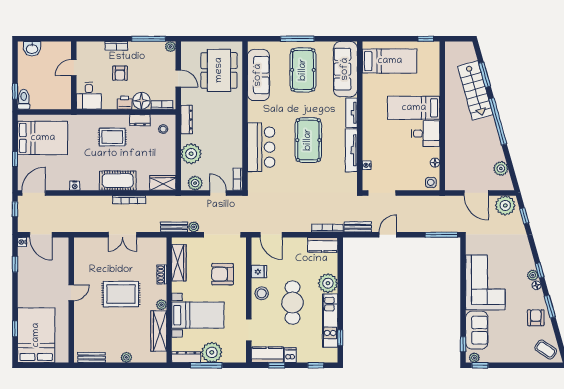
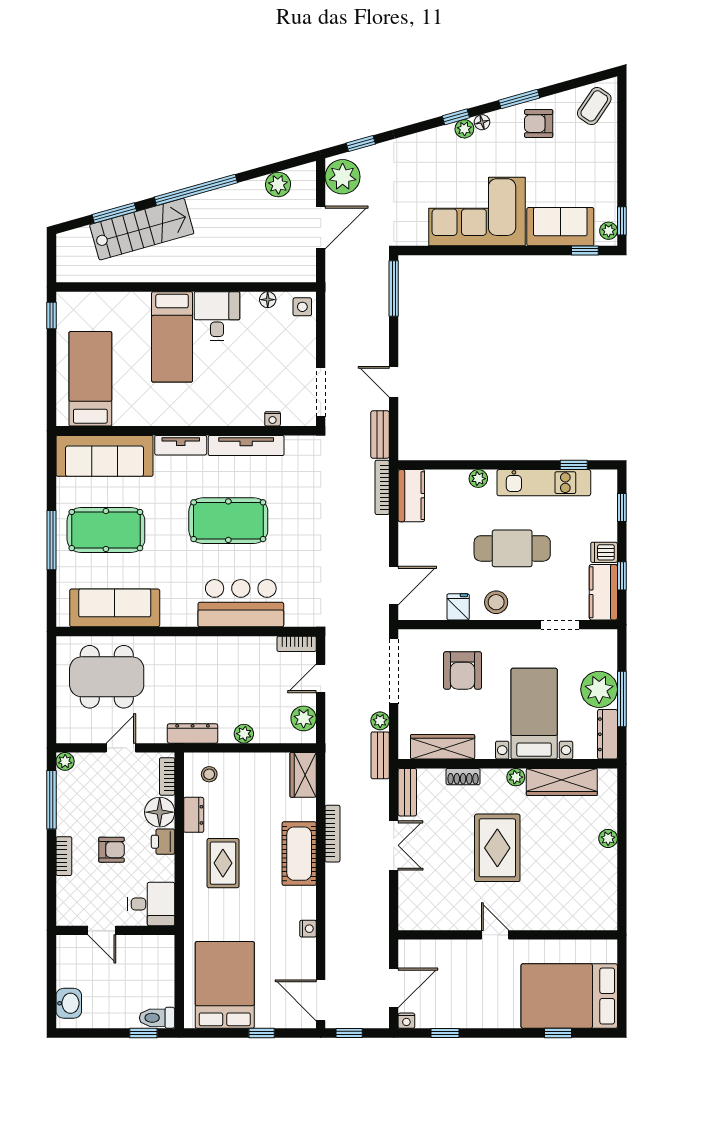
plant: (191, 154) -> (244, 734), width x0.53, depth x0.53
plant: (328, 283) -> (478, 479), width x0.53, depth x0.53
bench: (92, 358) -> (407, 792), moved

